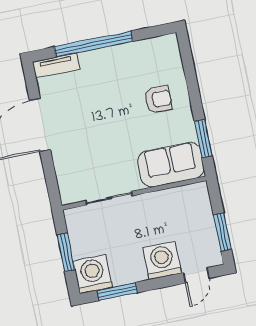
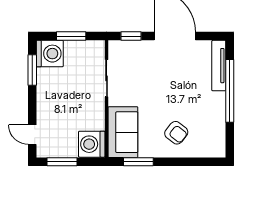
tv unit: (56, 66) -> (219, 66), width x1.41
armchair: (158, 99) -> (176, 133), turned -52
window: (51, 179) -> (131, 36), added
washing machine: (162, 260) -> (92, 144), moved, turned 180

